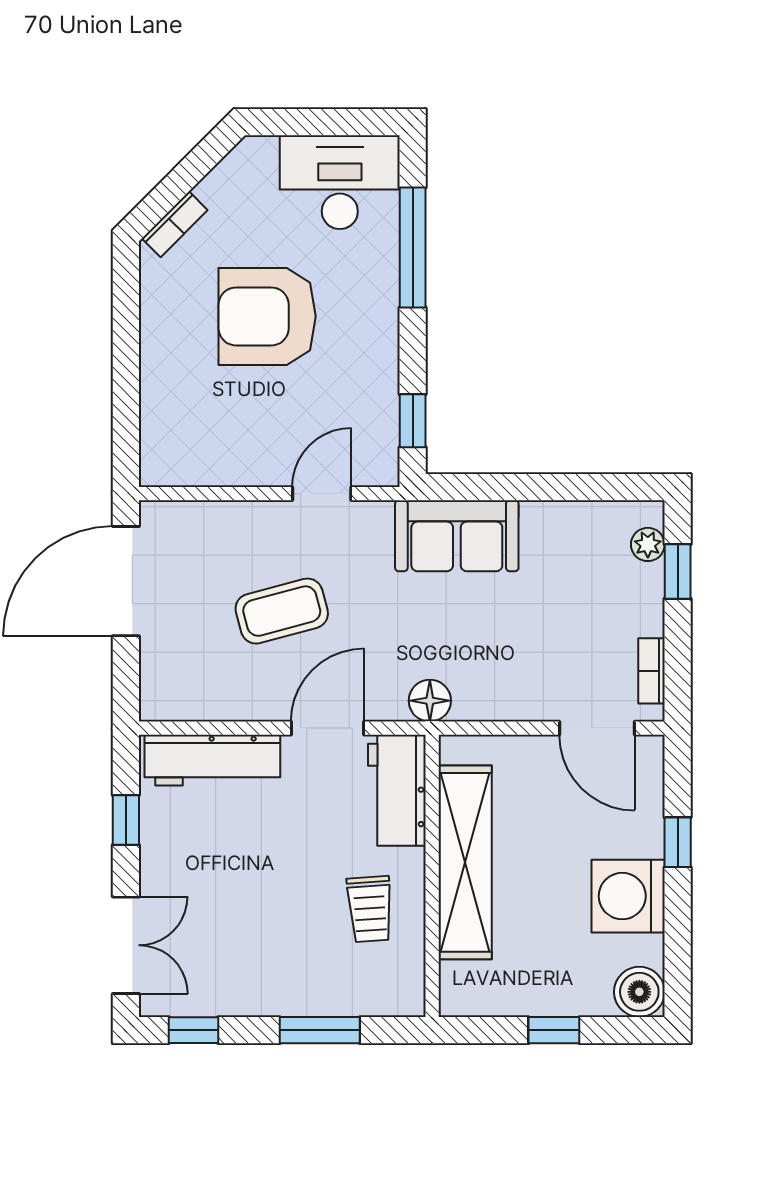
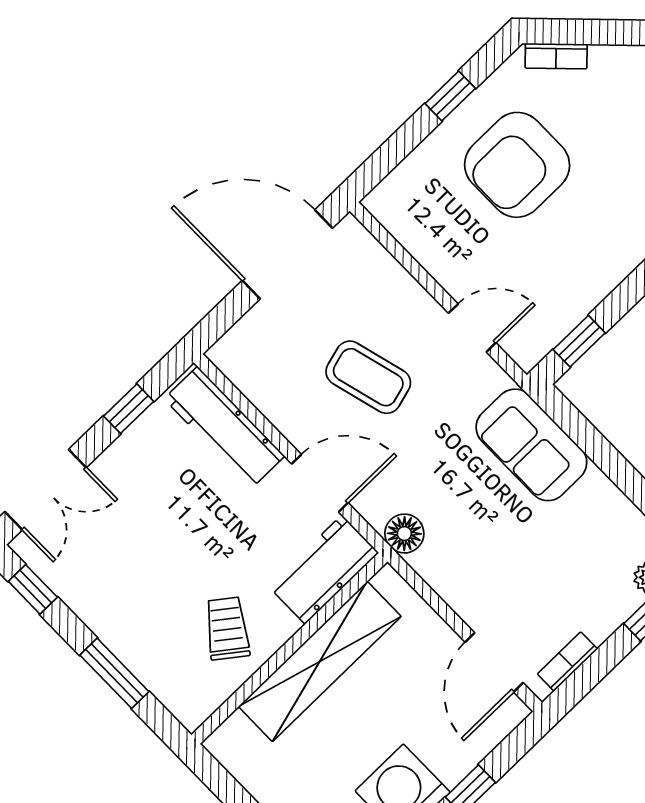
armchair: (267, 316) -> (517, 165), moved, turned -90
window: (126, 336) -> (450, 96), added
trolley: (370, 909) -> (227, 628), turned 131

